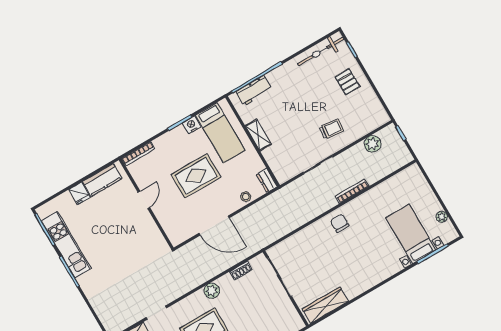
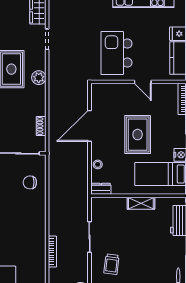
chair: (340, 223) -> (30, 182), moved, turned 180
kitchen island: (131, 240) -> (116, 53), added
plant: (212, 291) -> (39, 78), moved

